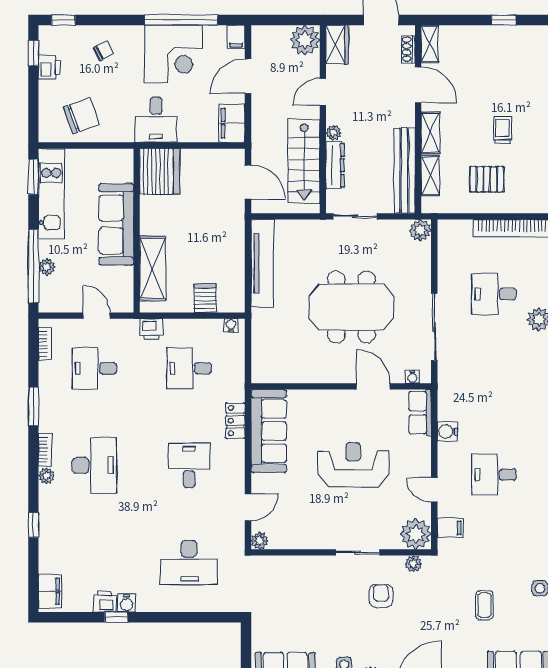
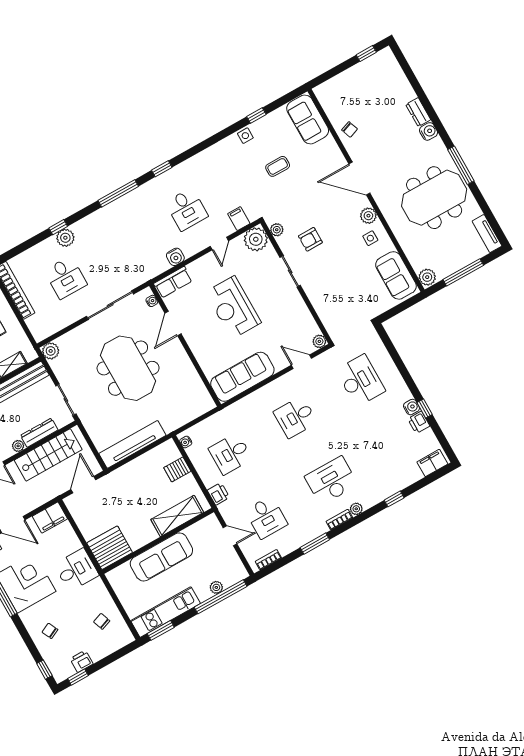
chair: (81, 116) -> (102, 621), width x0.54, depth x0.54
door: (97, 316) -> (230, 536), swing flipped
desk: (189, 368) -> (230, 454), turned 90
locker: (235, 421) -> (248, 403), removed

